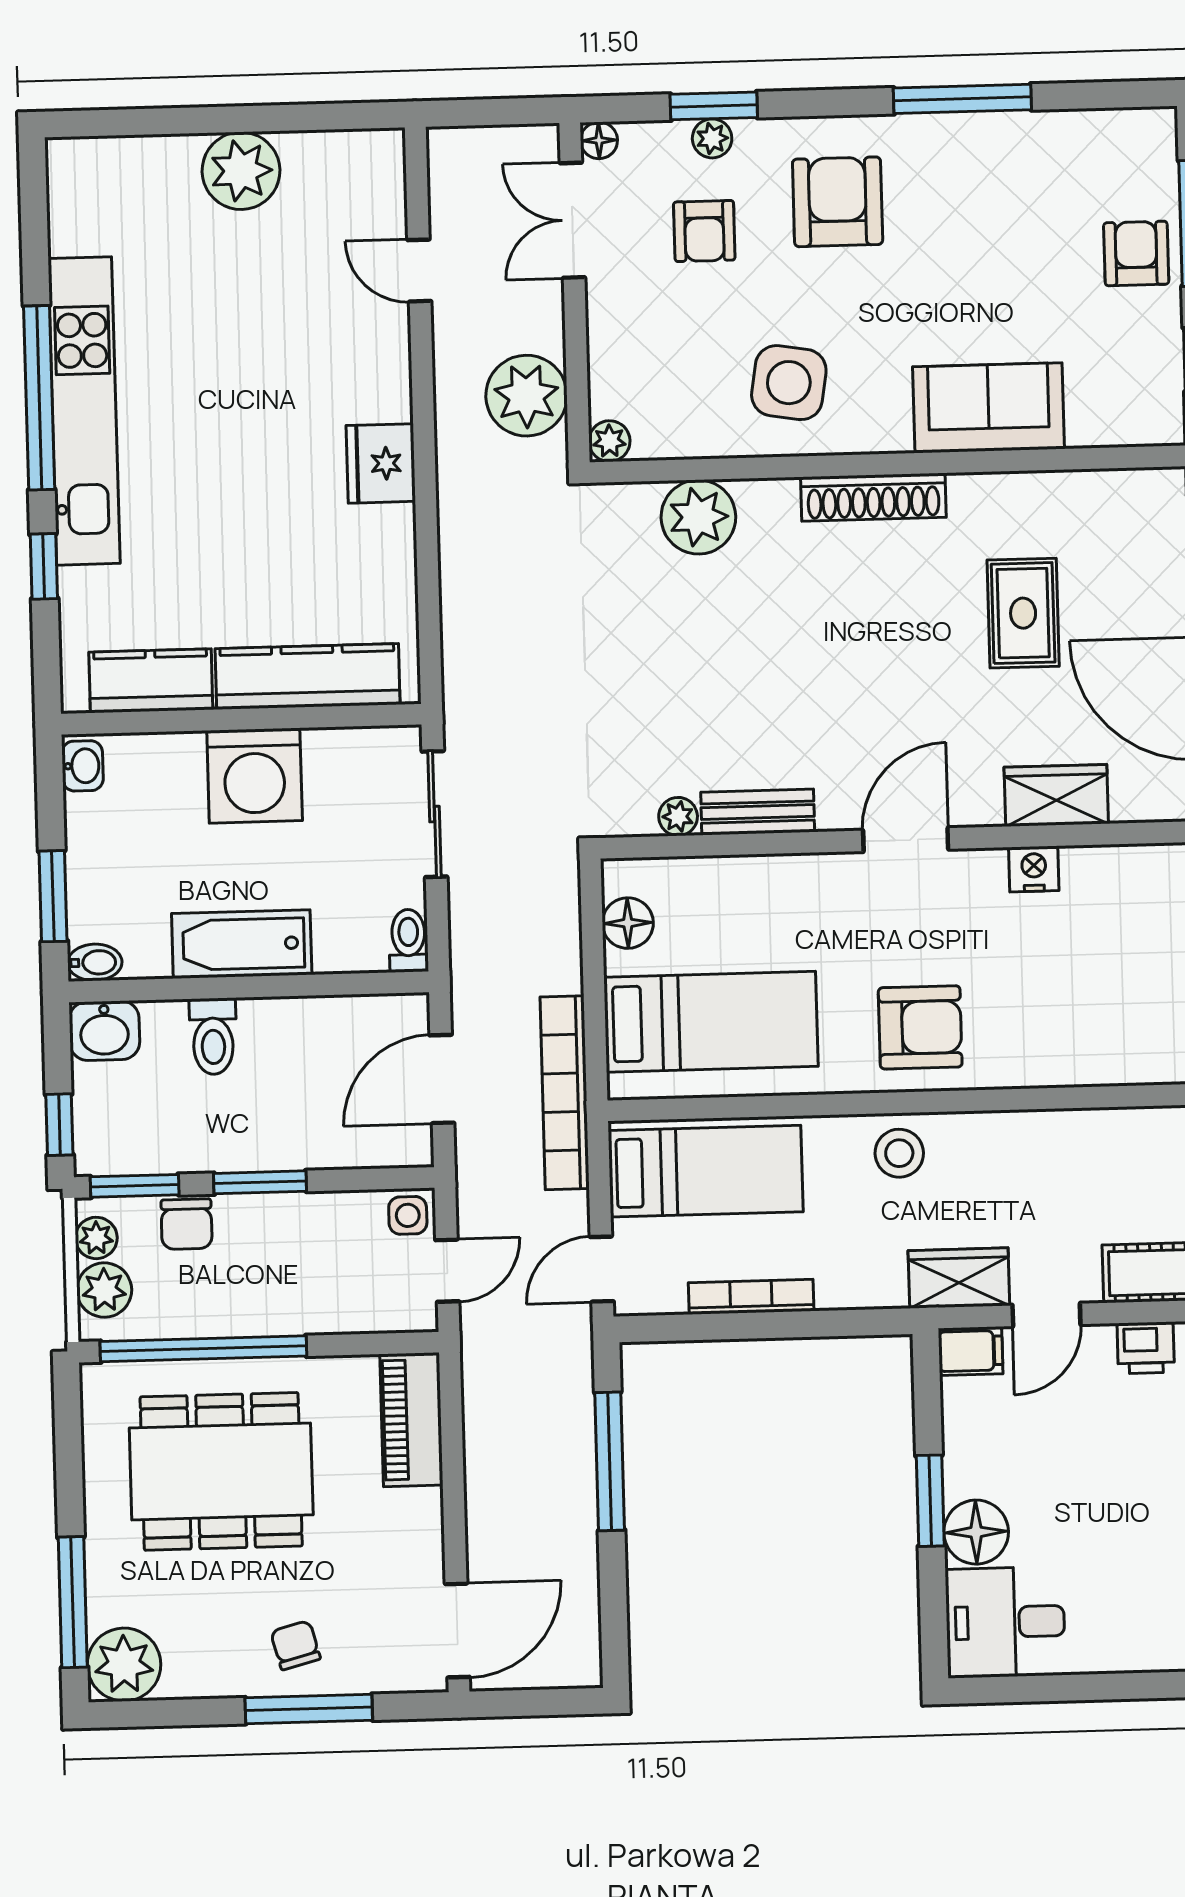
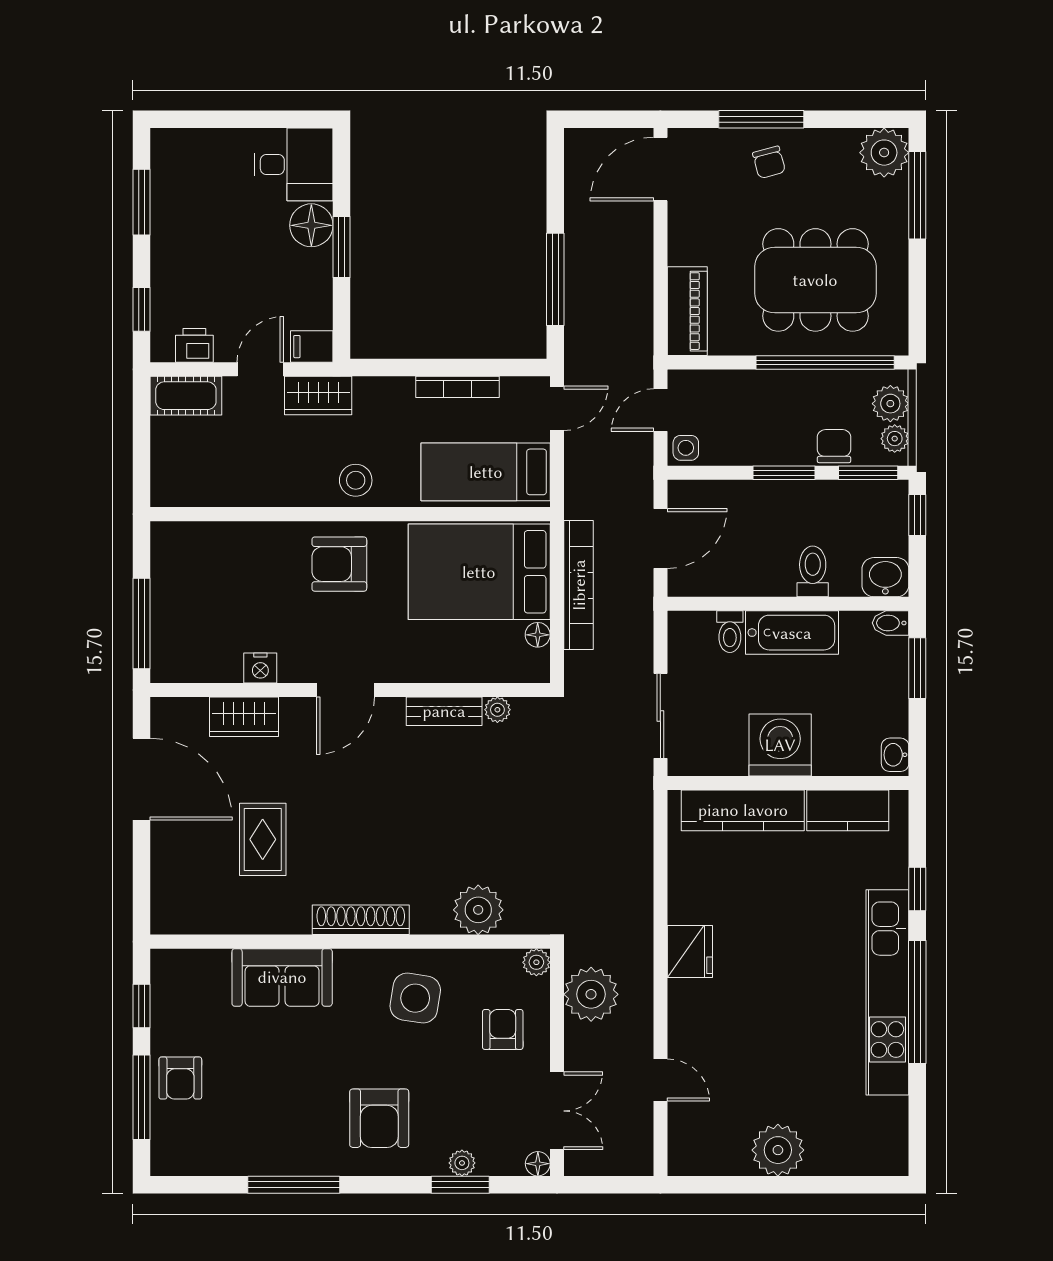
armchair: (704, 231) -> (503, 1029), moved
floor lamp: (628, 923) -> (538, 635), width x0.73, depth x0.73
toilet: (408, 941) -> (730, 632), moved
bed: (711, 1022) -> (479, 572), width x1.50
bookcase: (565, 1093) -> (579, 585), moved

